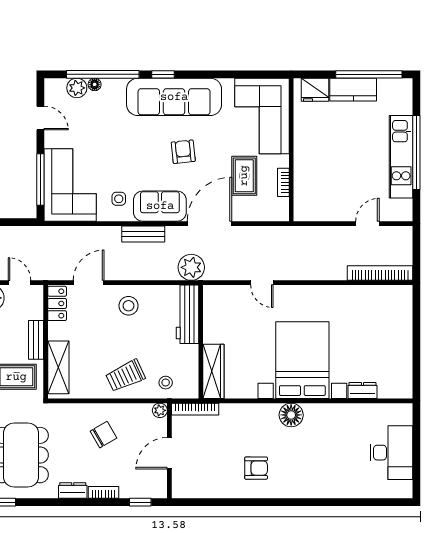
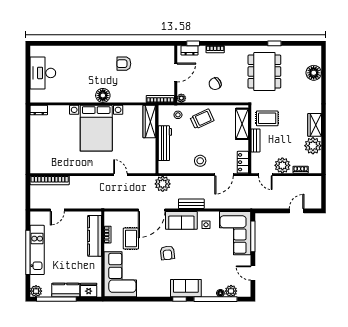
plant: (403, 88) -> (36, 291), added
sofa: (174, 97) -> (186, 288), width x0.54, depth x0.79
kitchen counter: (305, 180) -> (95, 236), added
workbench: (188, 314) -> (165, 143), moved
dresser: (362, 391) -> (39, 110), moved
dresser: (73, 490) -> (190, 50), moved

